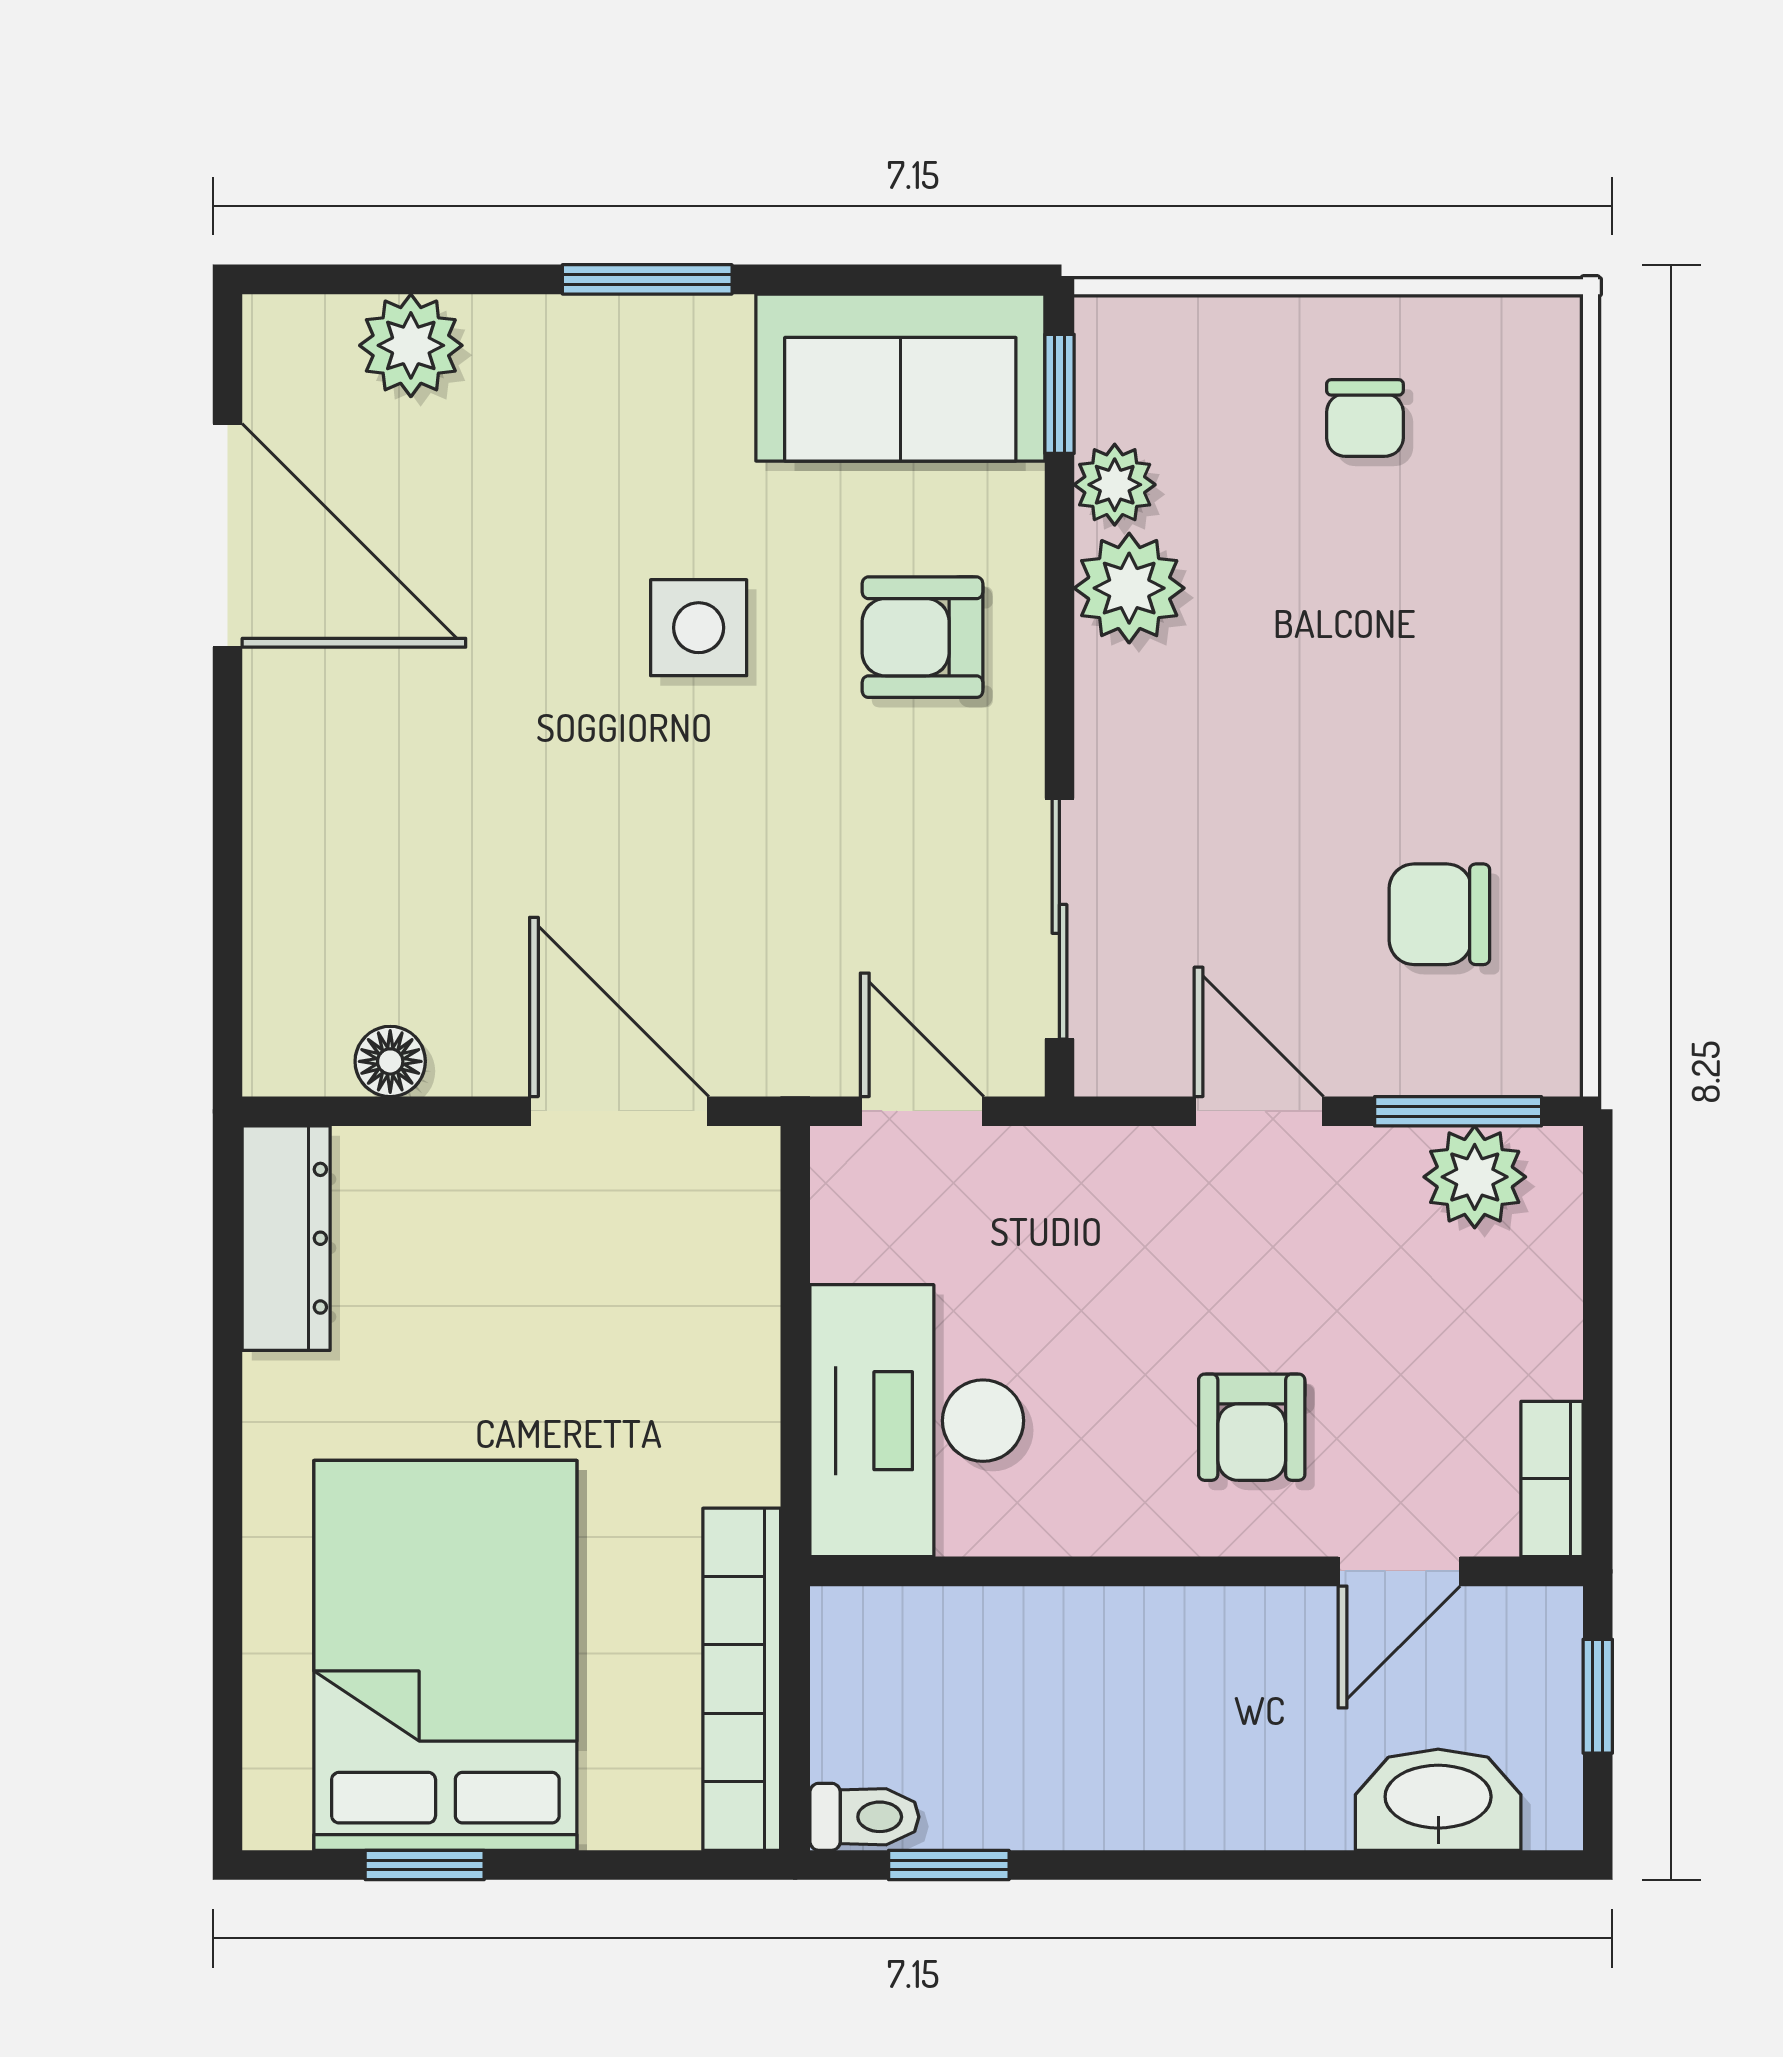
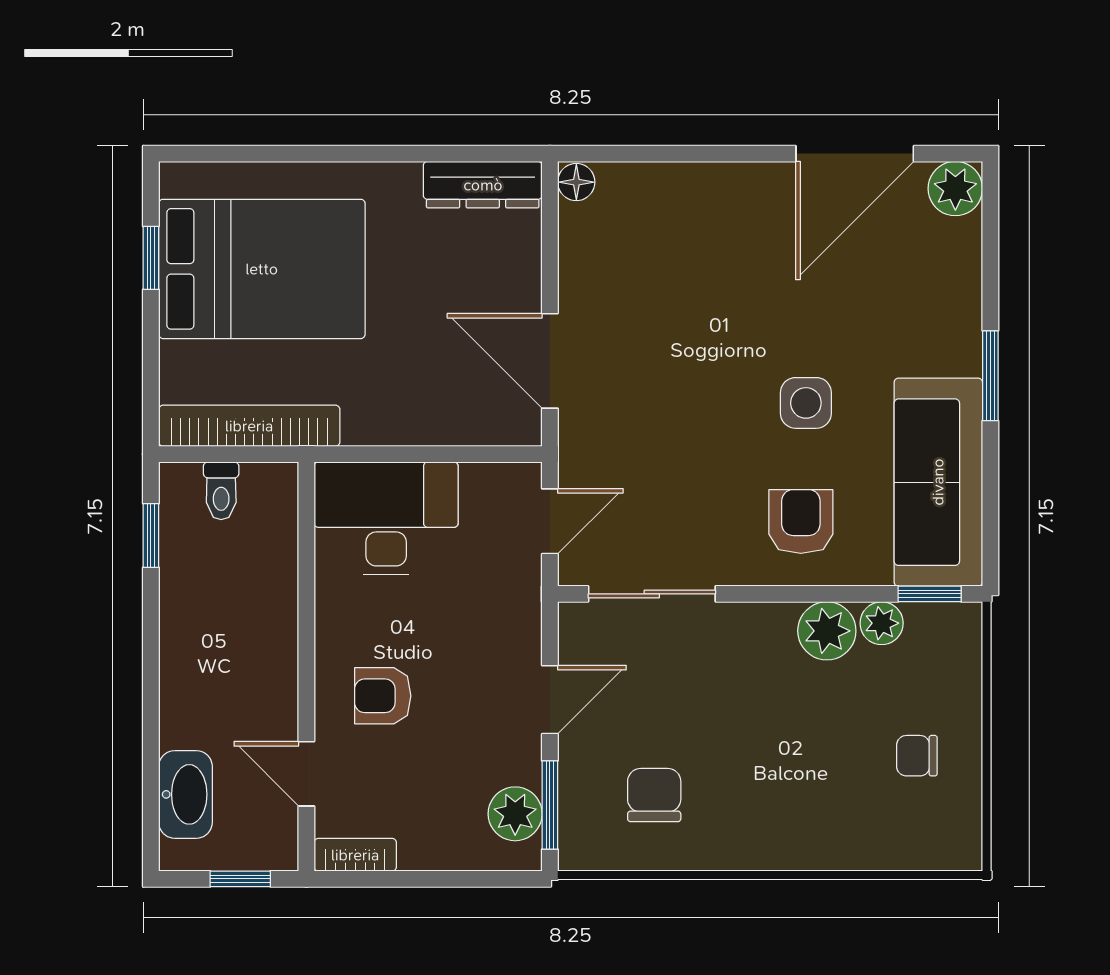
plant: (411, 345) -> (955, 189), moved
sofa: (900, 378) -> (938, 482), width x1.36
floor lamp: (390, 1061) -> (576, 182), moved
door: (619, 1111) -> (550, 361), swing flipped
toilet: (864, 1817) -> (221, 491), moved

